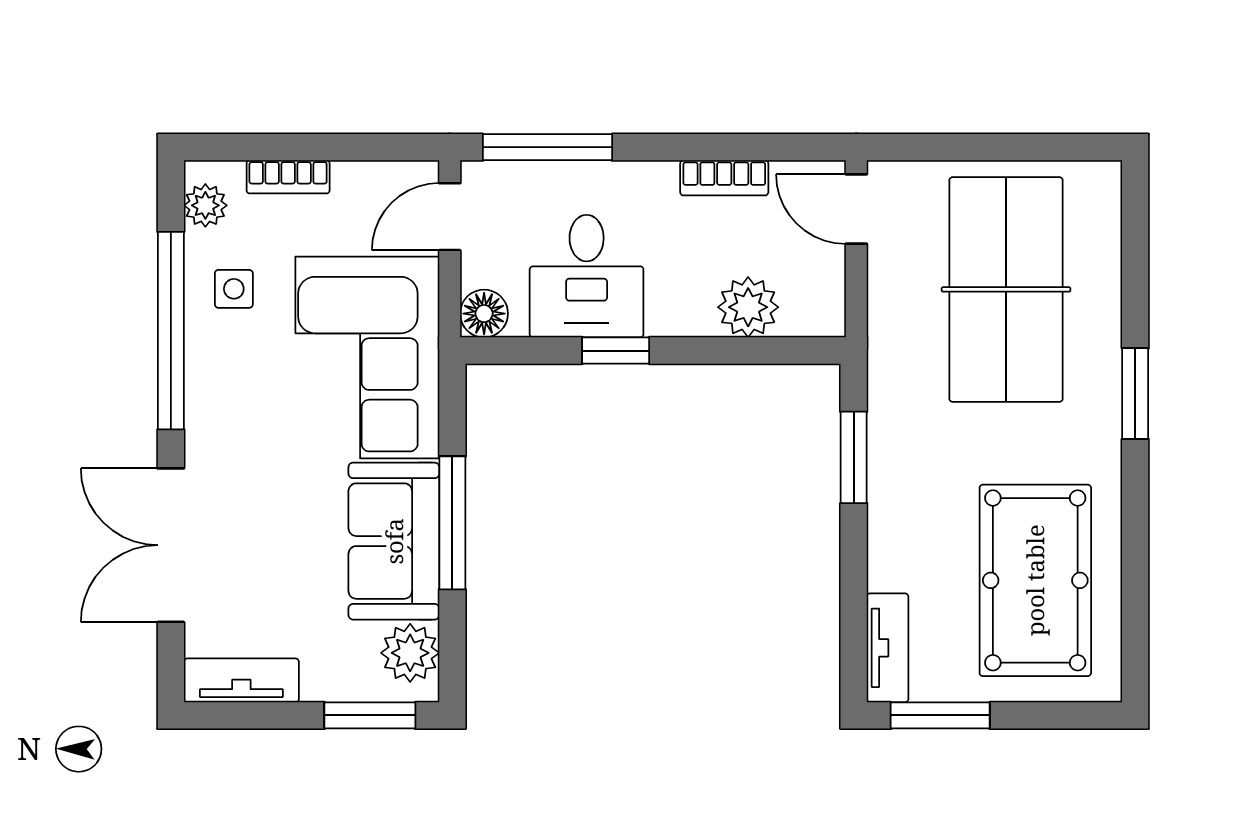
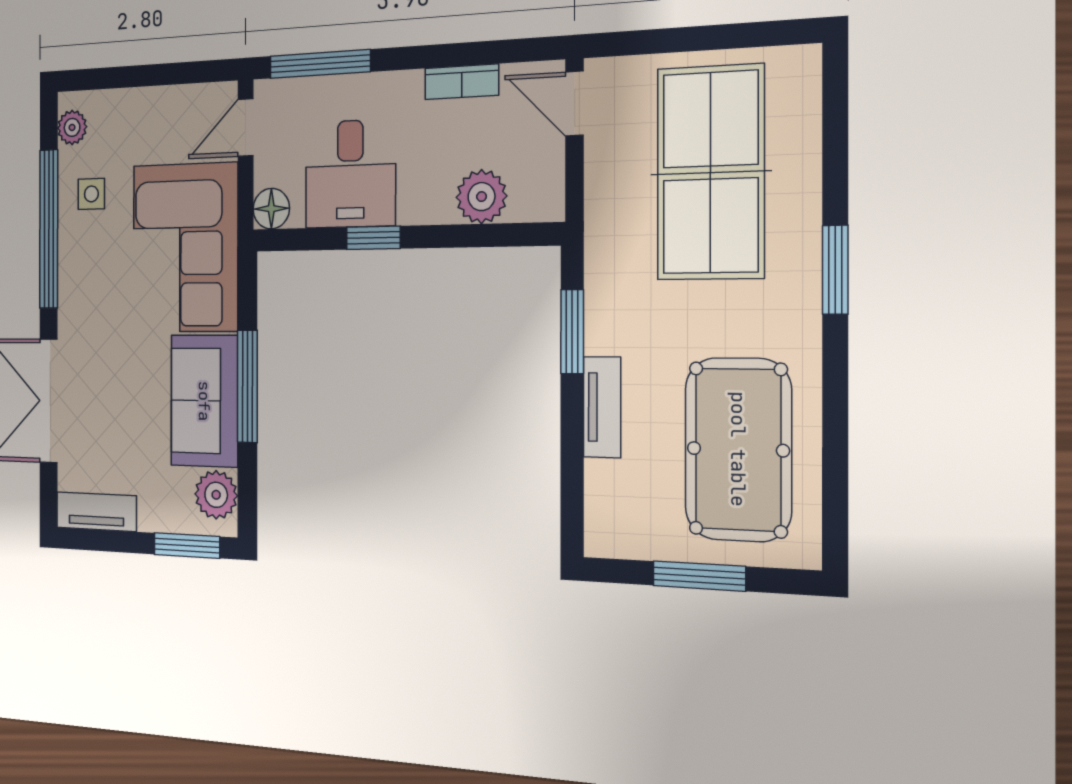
bookcase: (288, 177) -> (129, 101), removed
tv unit: (888, 648) -> (602, 407), moved
window: (940, 715) -> (699, 576), moved

